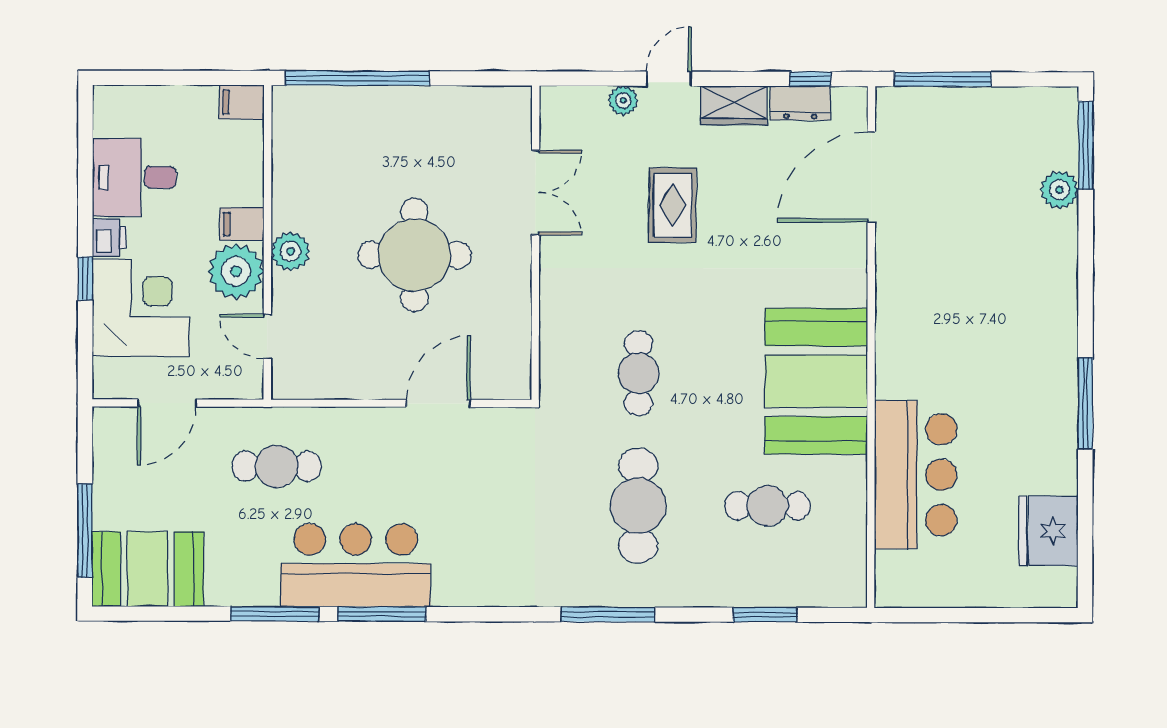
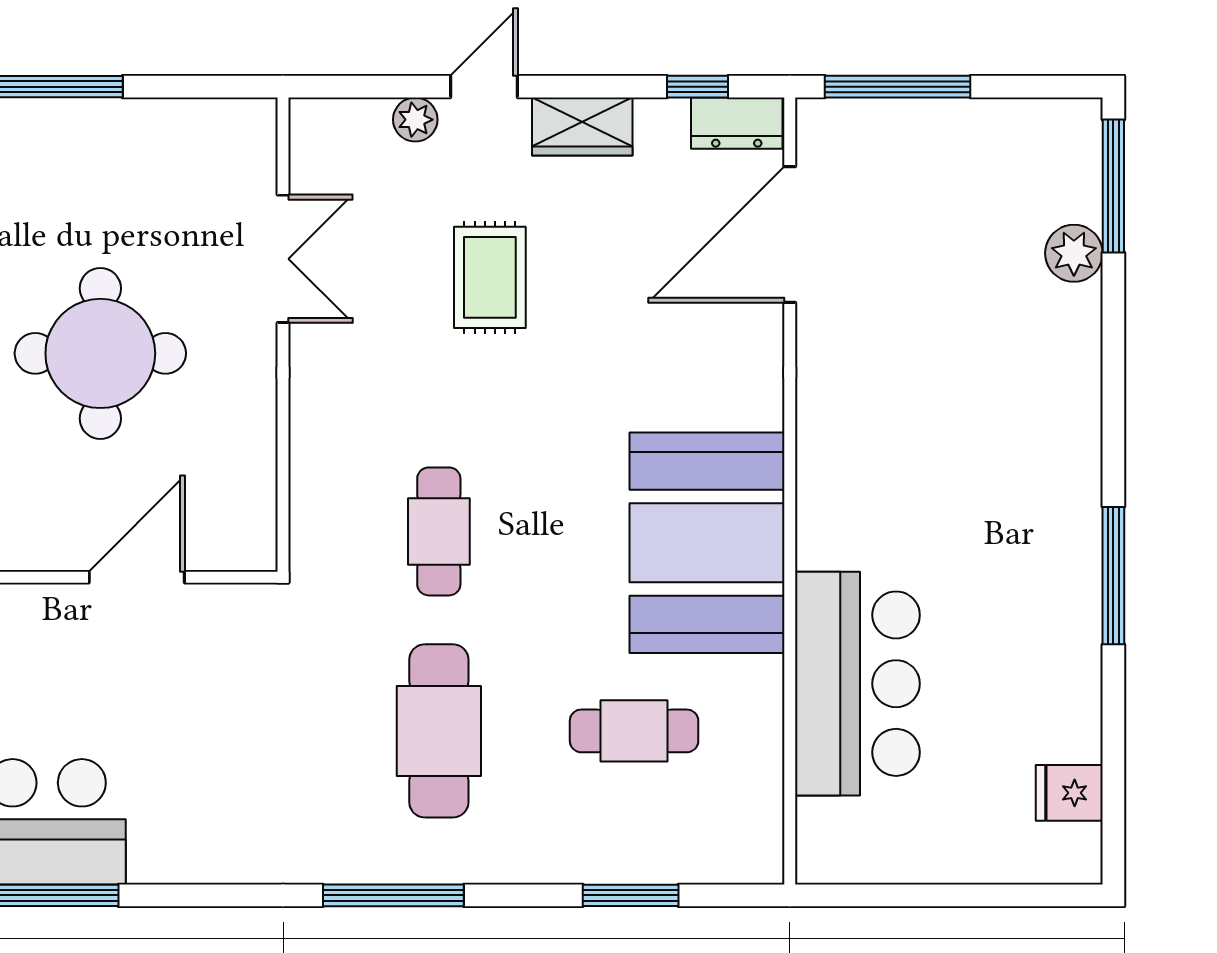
dresser: (800, 103) -> (737, 123), moved
fridge: (1048, 531) -> (1069, 793), width x0.53, depth x0.75

